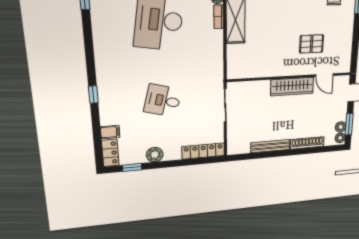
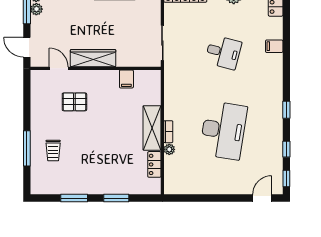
filing cabinet: (261, 69) -> (126, 79), added
window: (93, 95) -> (286, 110), moved
filing cabinet: (110, 132) -> (274, 46), moved

